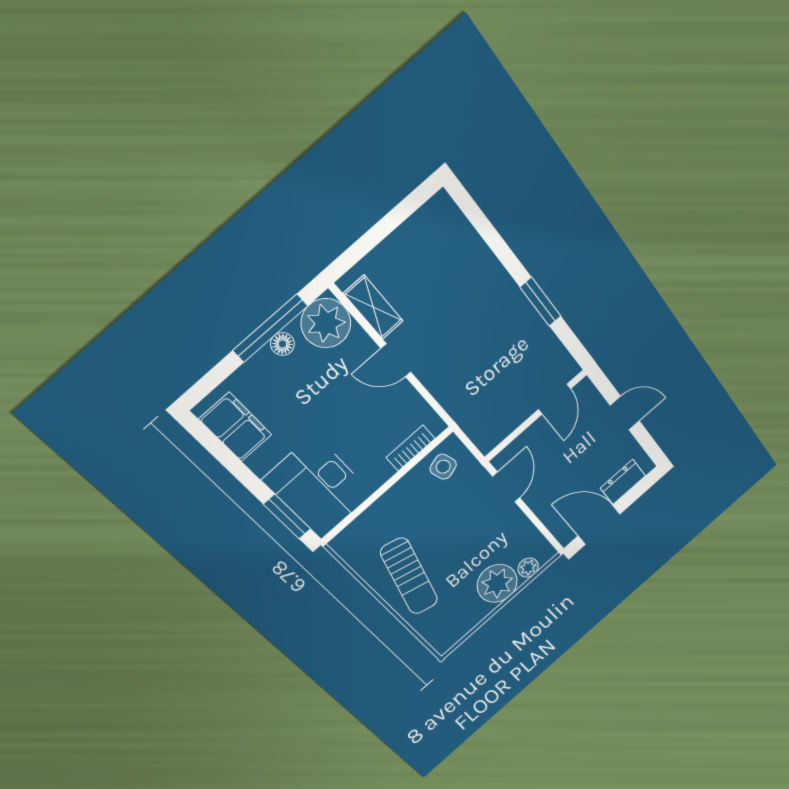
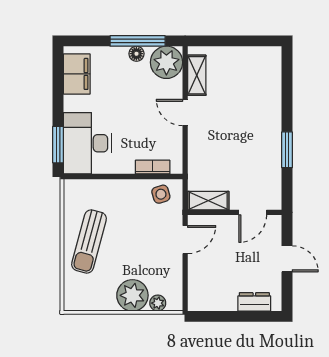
shelving: (498, 429) -> (208, 201), added
door: (599, 525) -> (220, 316), removed

